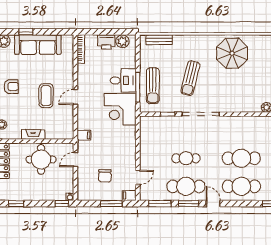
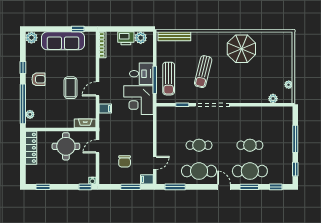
window: (26, 32) -> (78, 29), moved
bench: (159, 40) -> (174, 36), width x1.36
fireplace: (33, 134) -> (85, 123), moved
filing cabinet: (84, 135) -> (105, 109), moved
cafe table: (241, 158) -> (250, 145), width x0.73, depth x0.74
window: (188, 204) -> (249, 187), moved

